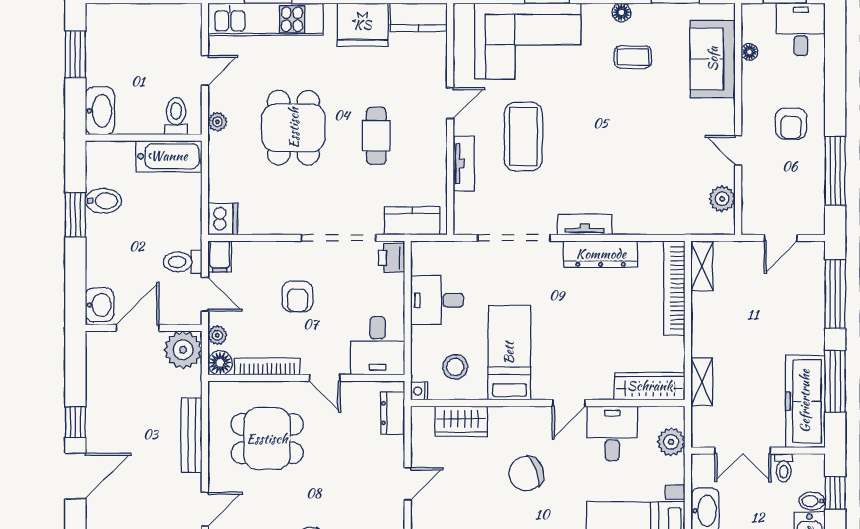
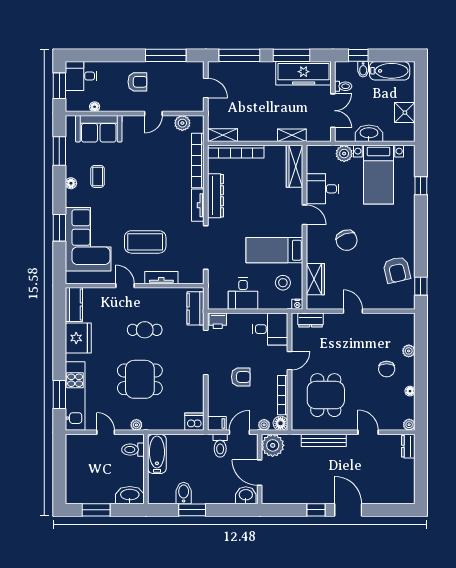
bookcase: (660, 224) -> (198, 160), added
plant: (671, 442) -> (344, 154), moved

